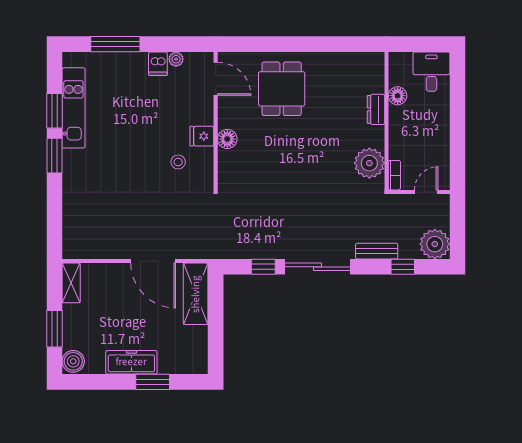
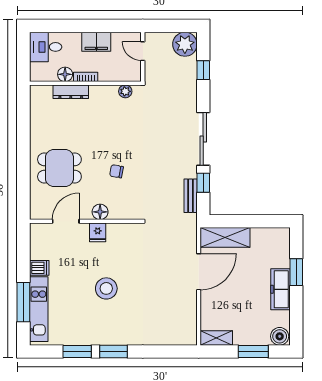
plant: (176, 59) -> (36, 253), removed
door: (216, 79) -> (66, 221), moved
kitchen unit: (73, 108) -> (39, 309), moved, turned 90
dresser: (376, 109) -> (71, 92), width x1.44
filing cabinet: (438, 134) -> (96, 42), added
chair: (278, 159) -> (116, 171), added
stool: (178, 162) -> (106, 288), moved, width x1.89, depth x1.89
plant: (369, 163) -> (125, 91), width x0.53, depth x0.53
bookcase: (394, 175) -> (86, 77), moved
bench: (377, 251) -> (191, 196), moved

